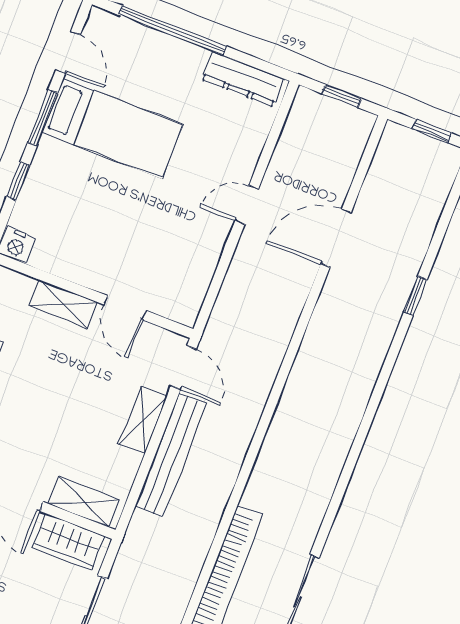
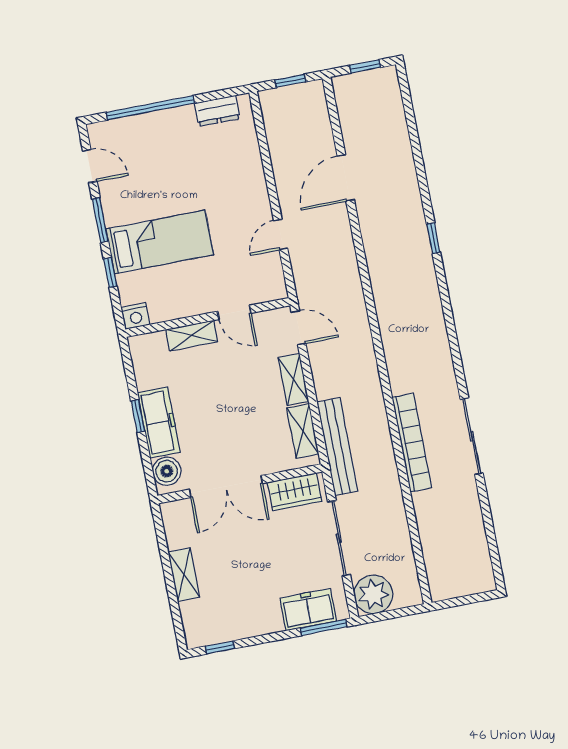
dresser: (243, 79) -> (217, 111), width x0.70
bed: (113, 129) -> (160, 242), moved
door: (247, 205) -> (281, 234), moved
window: (415, 296) -> (433, 238), moved
bench: (171, 455) -> (337, 447), moved
shelving: (84, 502) -> (303, 431), moved, turned 90

